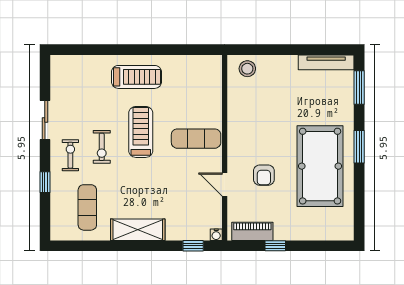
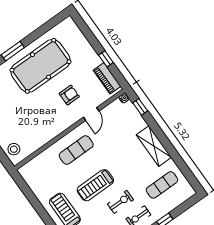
exercise mat: (196, 139) -> (76, 150), turned 90

